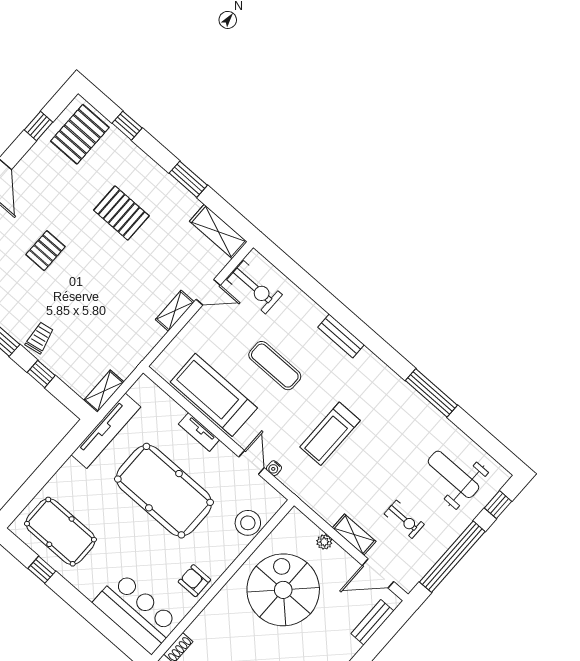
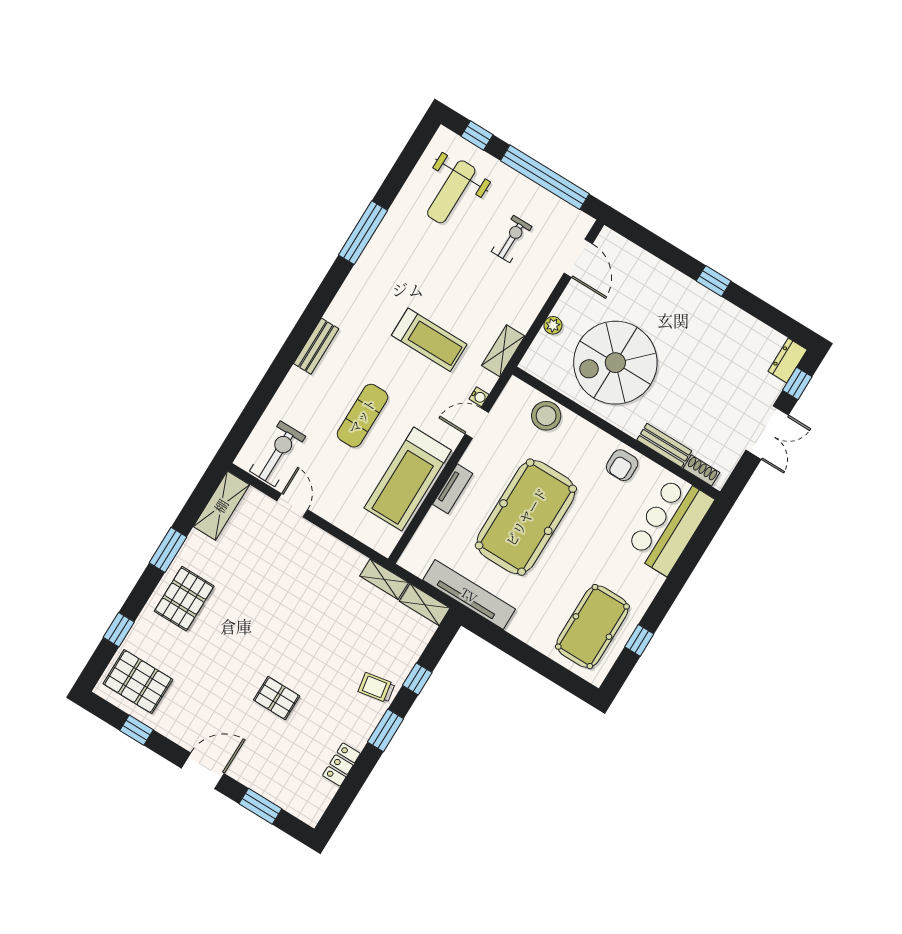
pallet: (121, 213) -> (184, 599), moved
shelving: (175, 311) -> (384, 579), moved
shelving: (354, 535) -> (503, 351), moved
bench: (372, 622) -> (664, 445), moved

